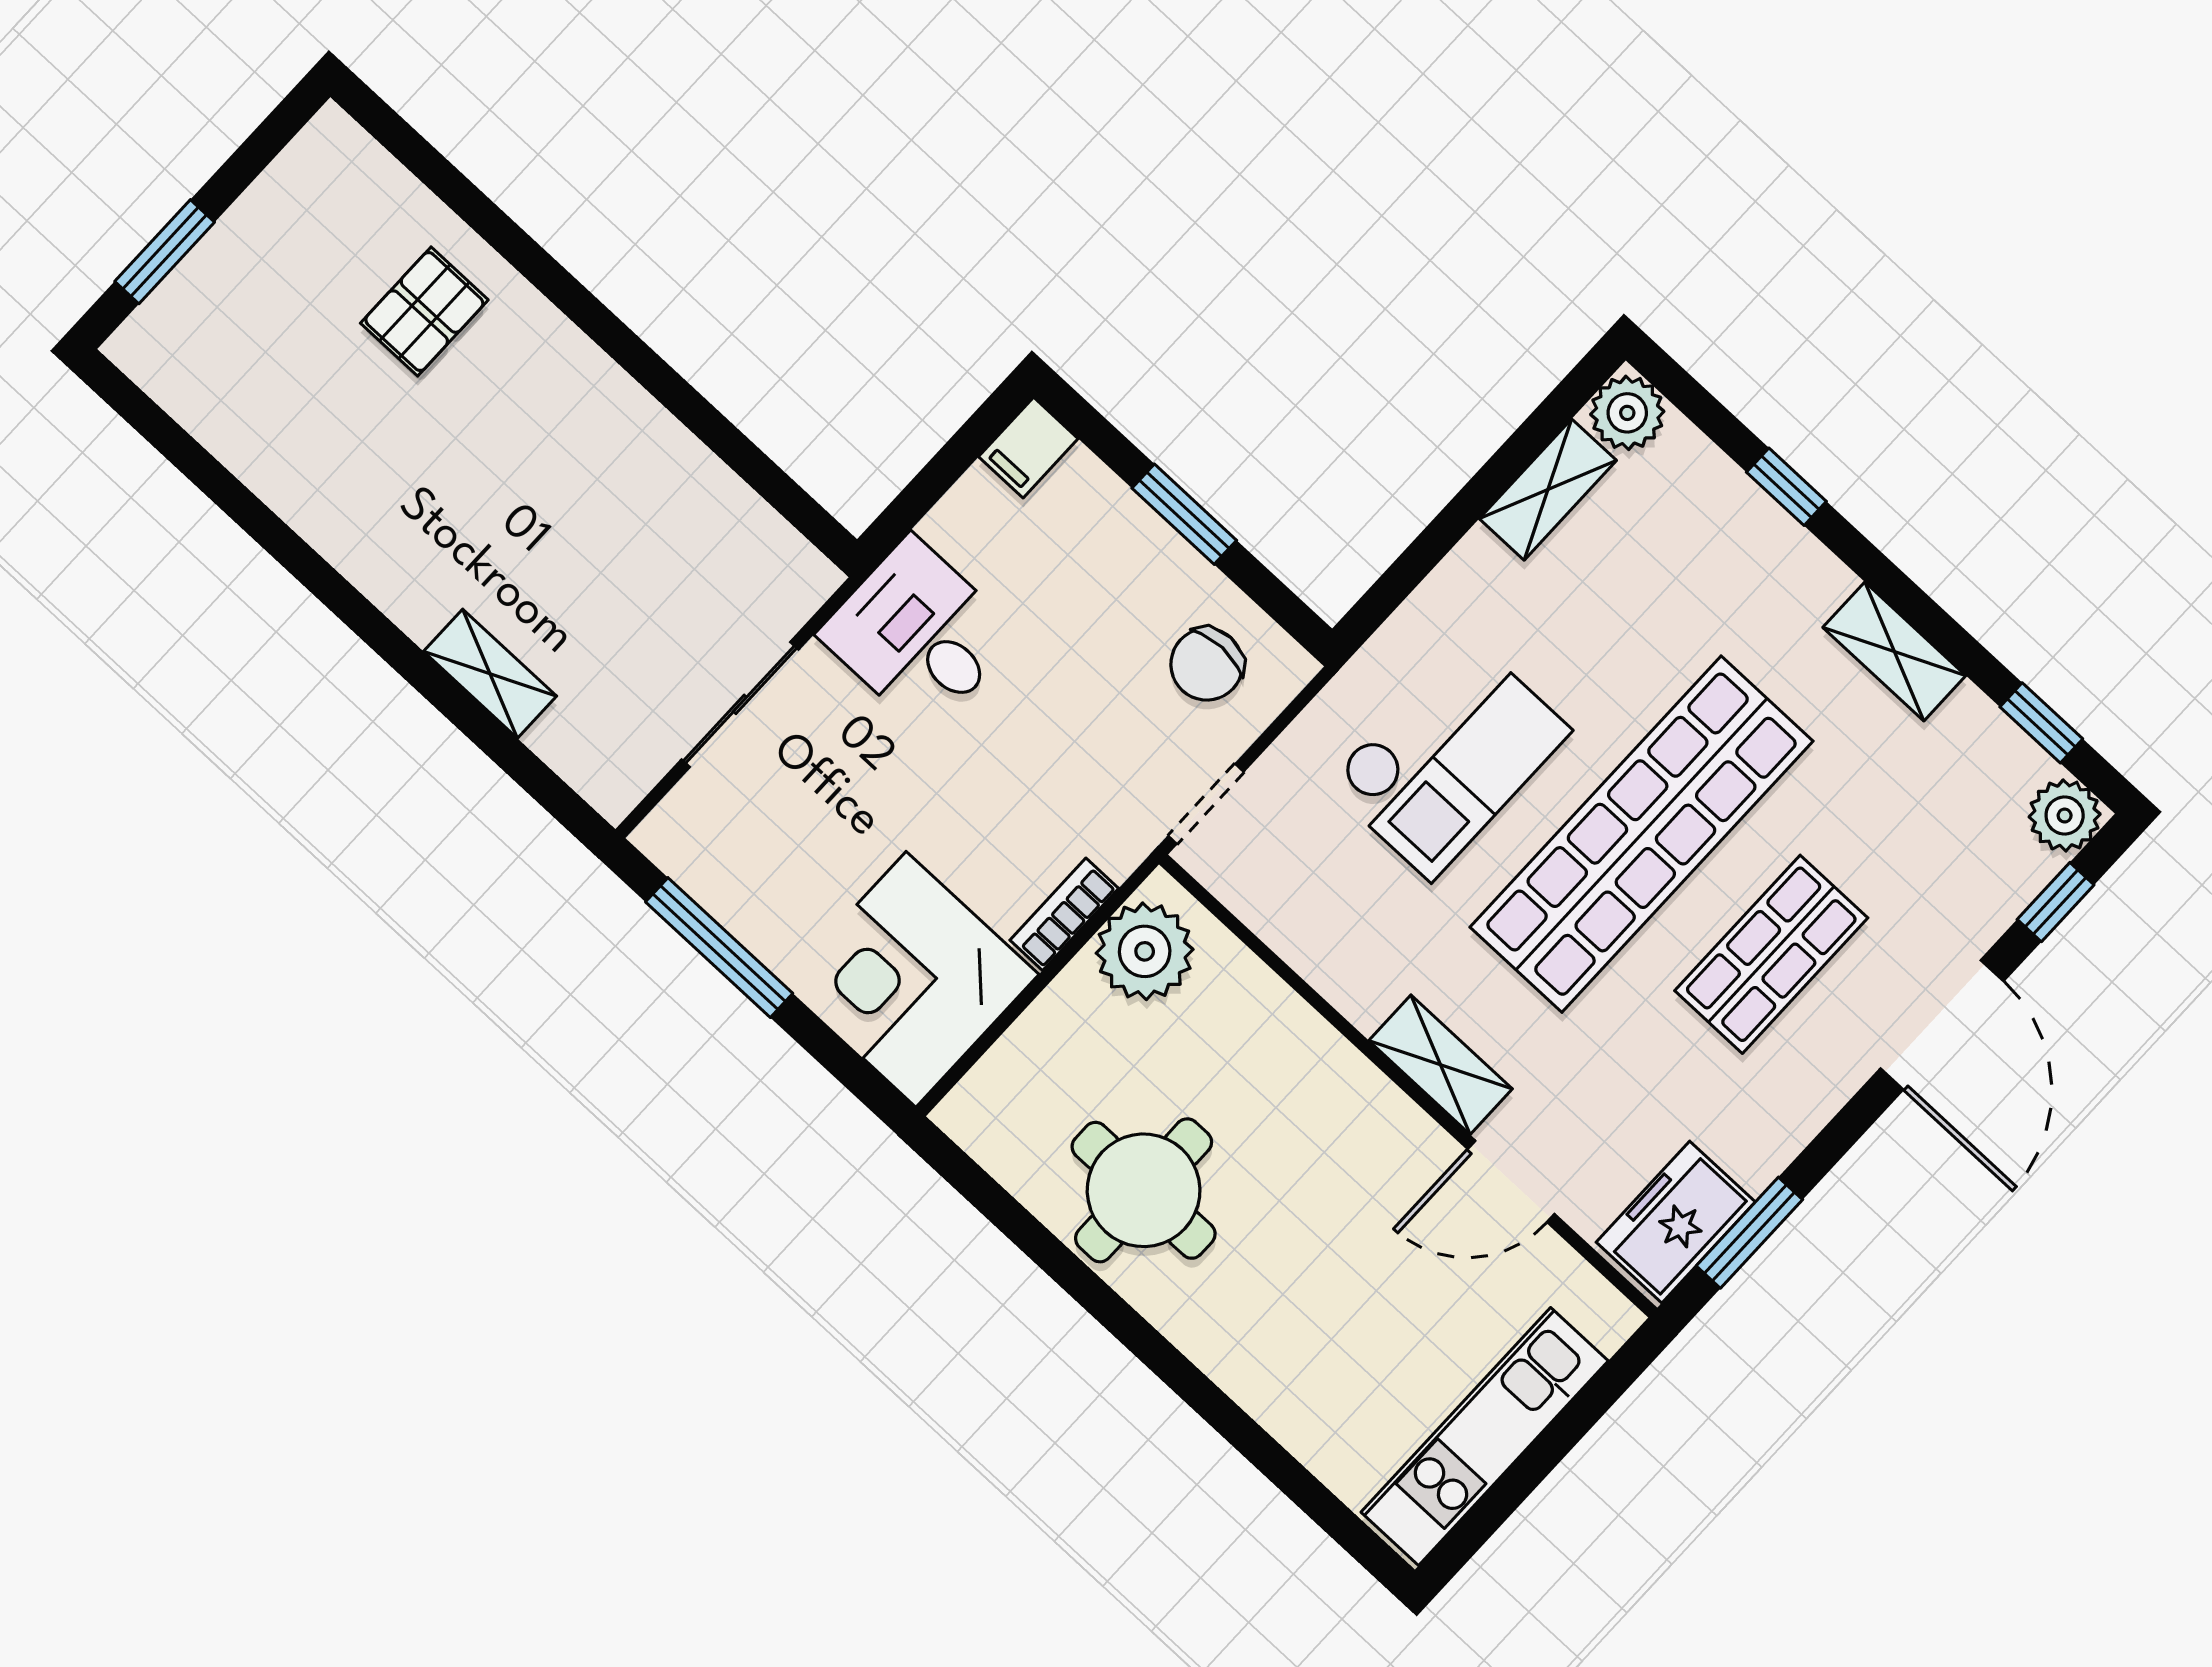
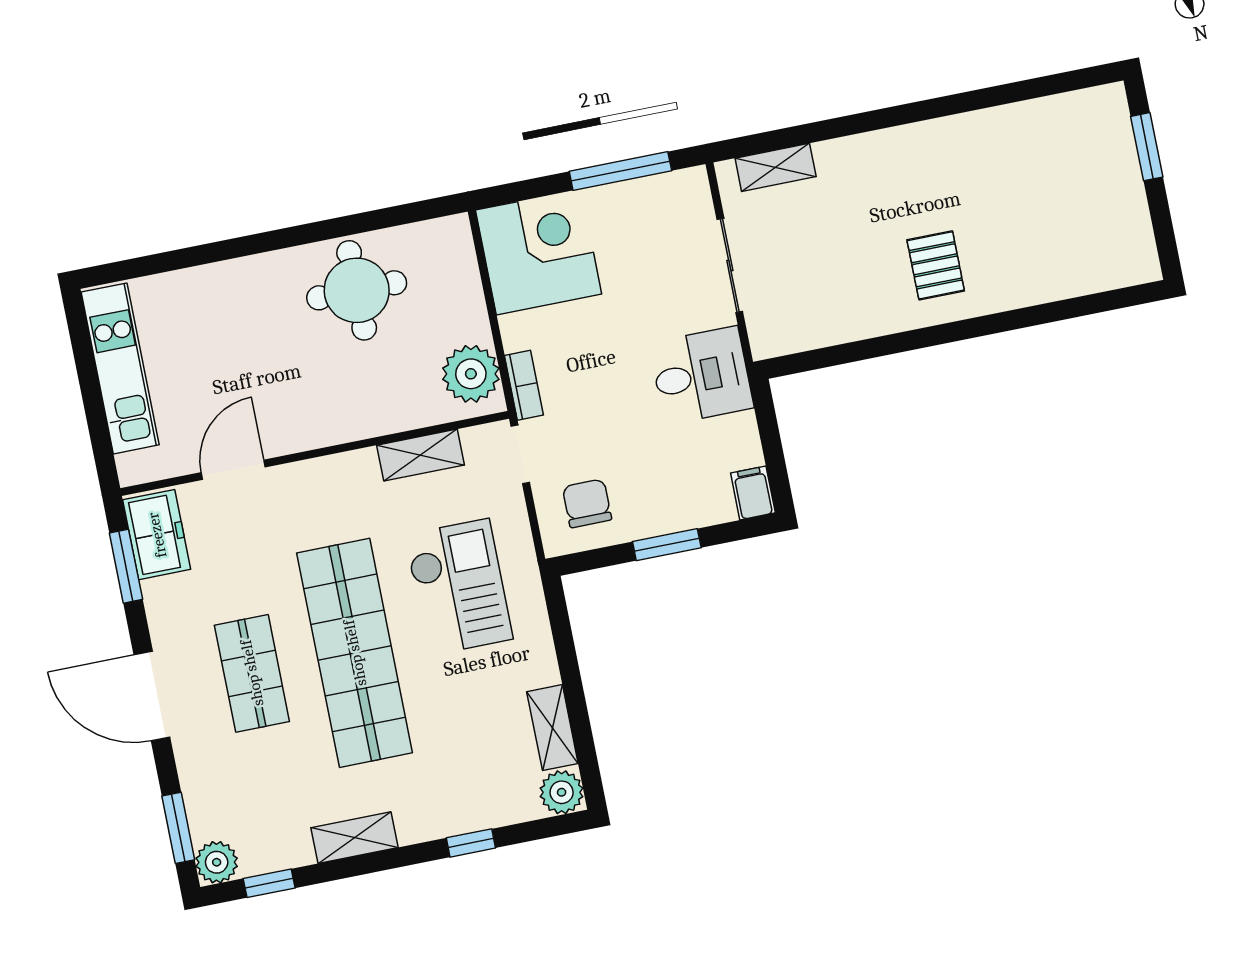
pallet: (424, 312) -> (936, 265), moved
shelving: (490, 674) -> (776, 167), moved
checkout: (1448, 757) -> (459, 587), turned 180
window: (2056, 902) -> (178, 828), width x1.50
bookcase: (1064, 914) -> (524, 385), moved
door: (1942, 1025) -> (152, 696), moved
shelving: (1441, 1065) -> (420, 455), moved

